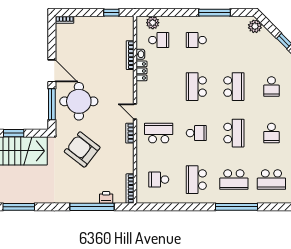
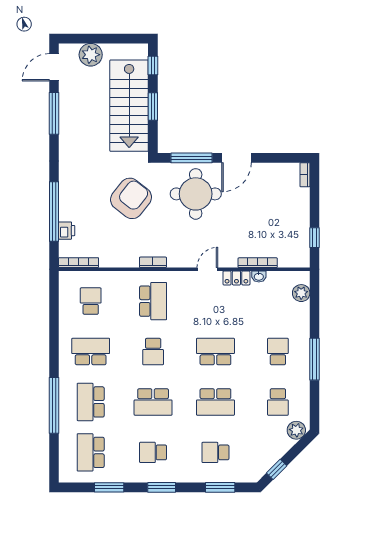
window: (215, 13) -> (315, 359), moved
school desk: (159, 40) -> (278, 402), moved
door: (135, 111) -> (207, 269), moved

